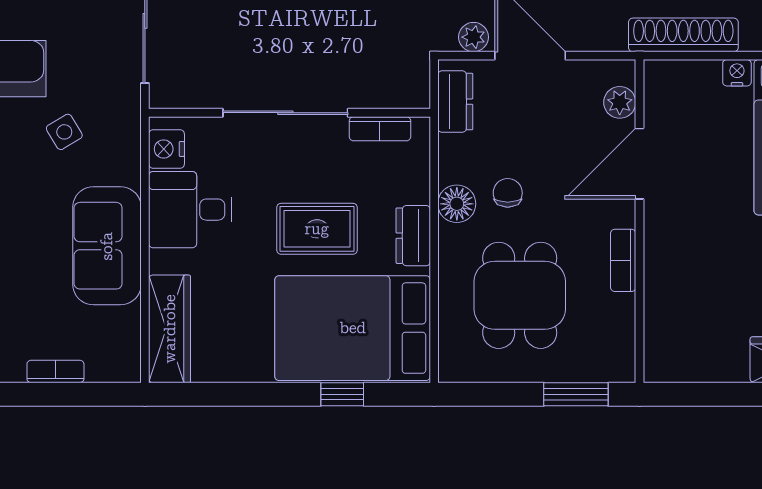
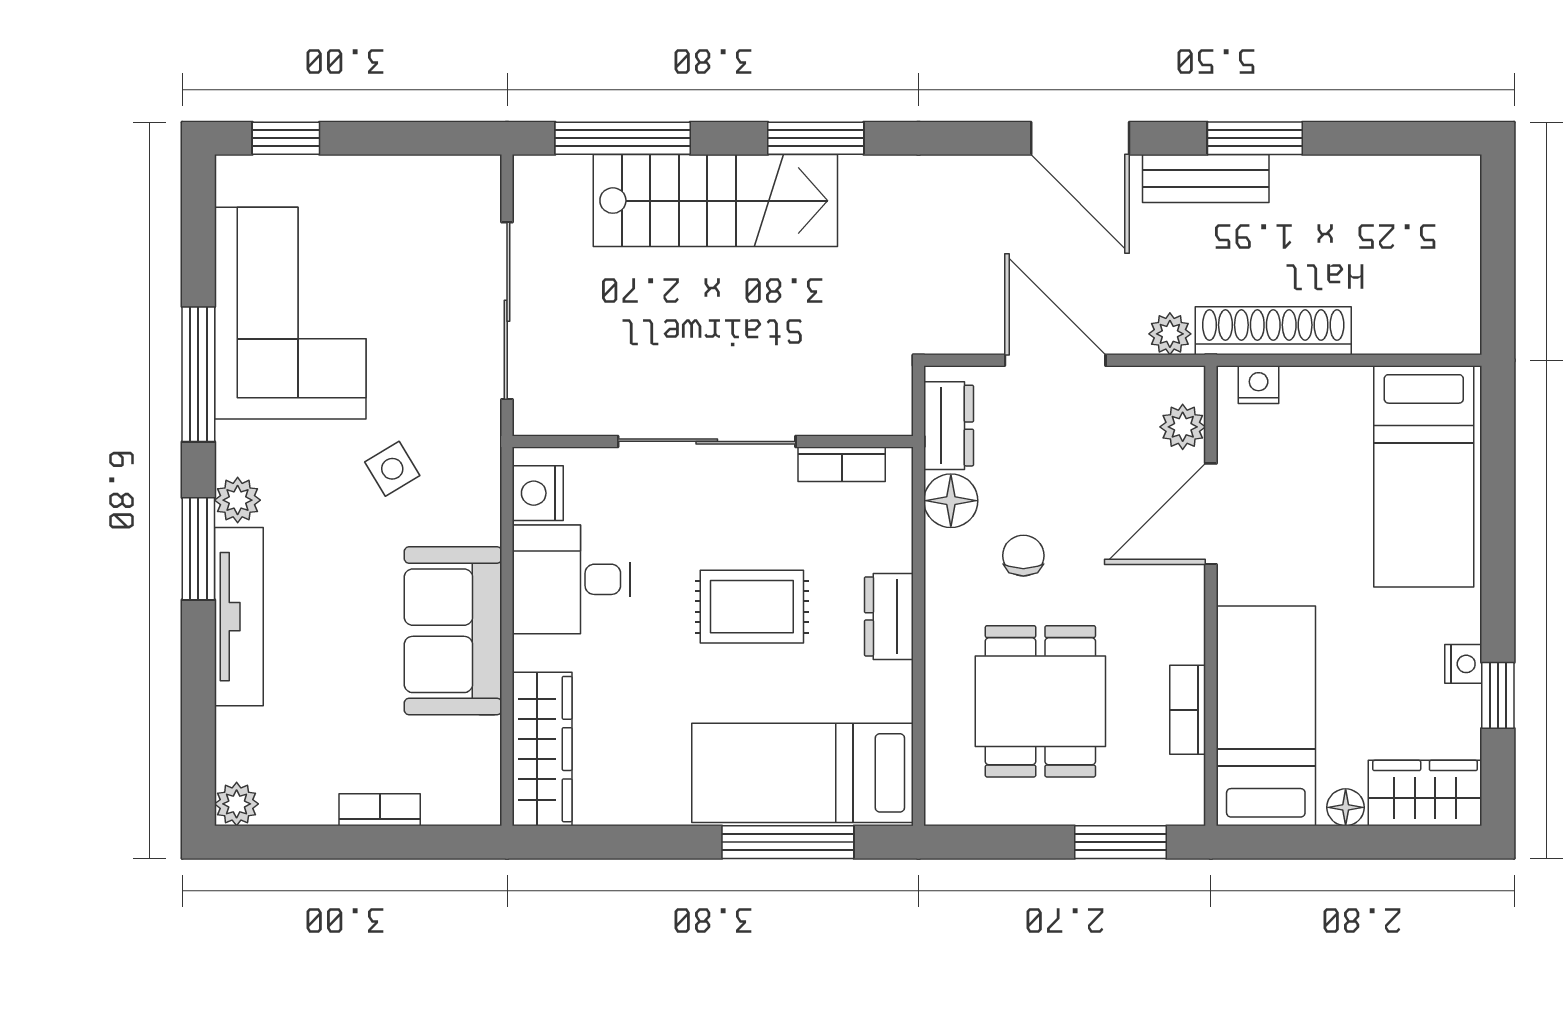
plant: (473, 37) -> (1170, 334), moved
nightstand: (737, 73) -> (1259, 385), moved
floor lamp: (457, 204) -> (951, 501), moved
bookcase: (623, 260) -> (1188, 710), moved
bed: (678, 306) -> (1266, 716), added
bed: (353, 328) -> (802, 773), width x0.67
floor lamp: (734, 370) -> (1346, 807), added
window: (342, 394) -> (788, 842), width x2.17

